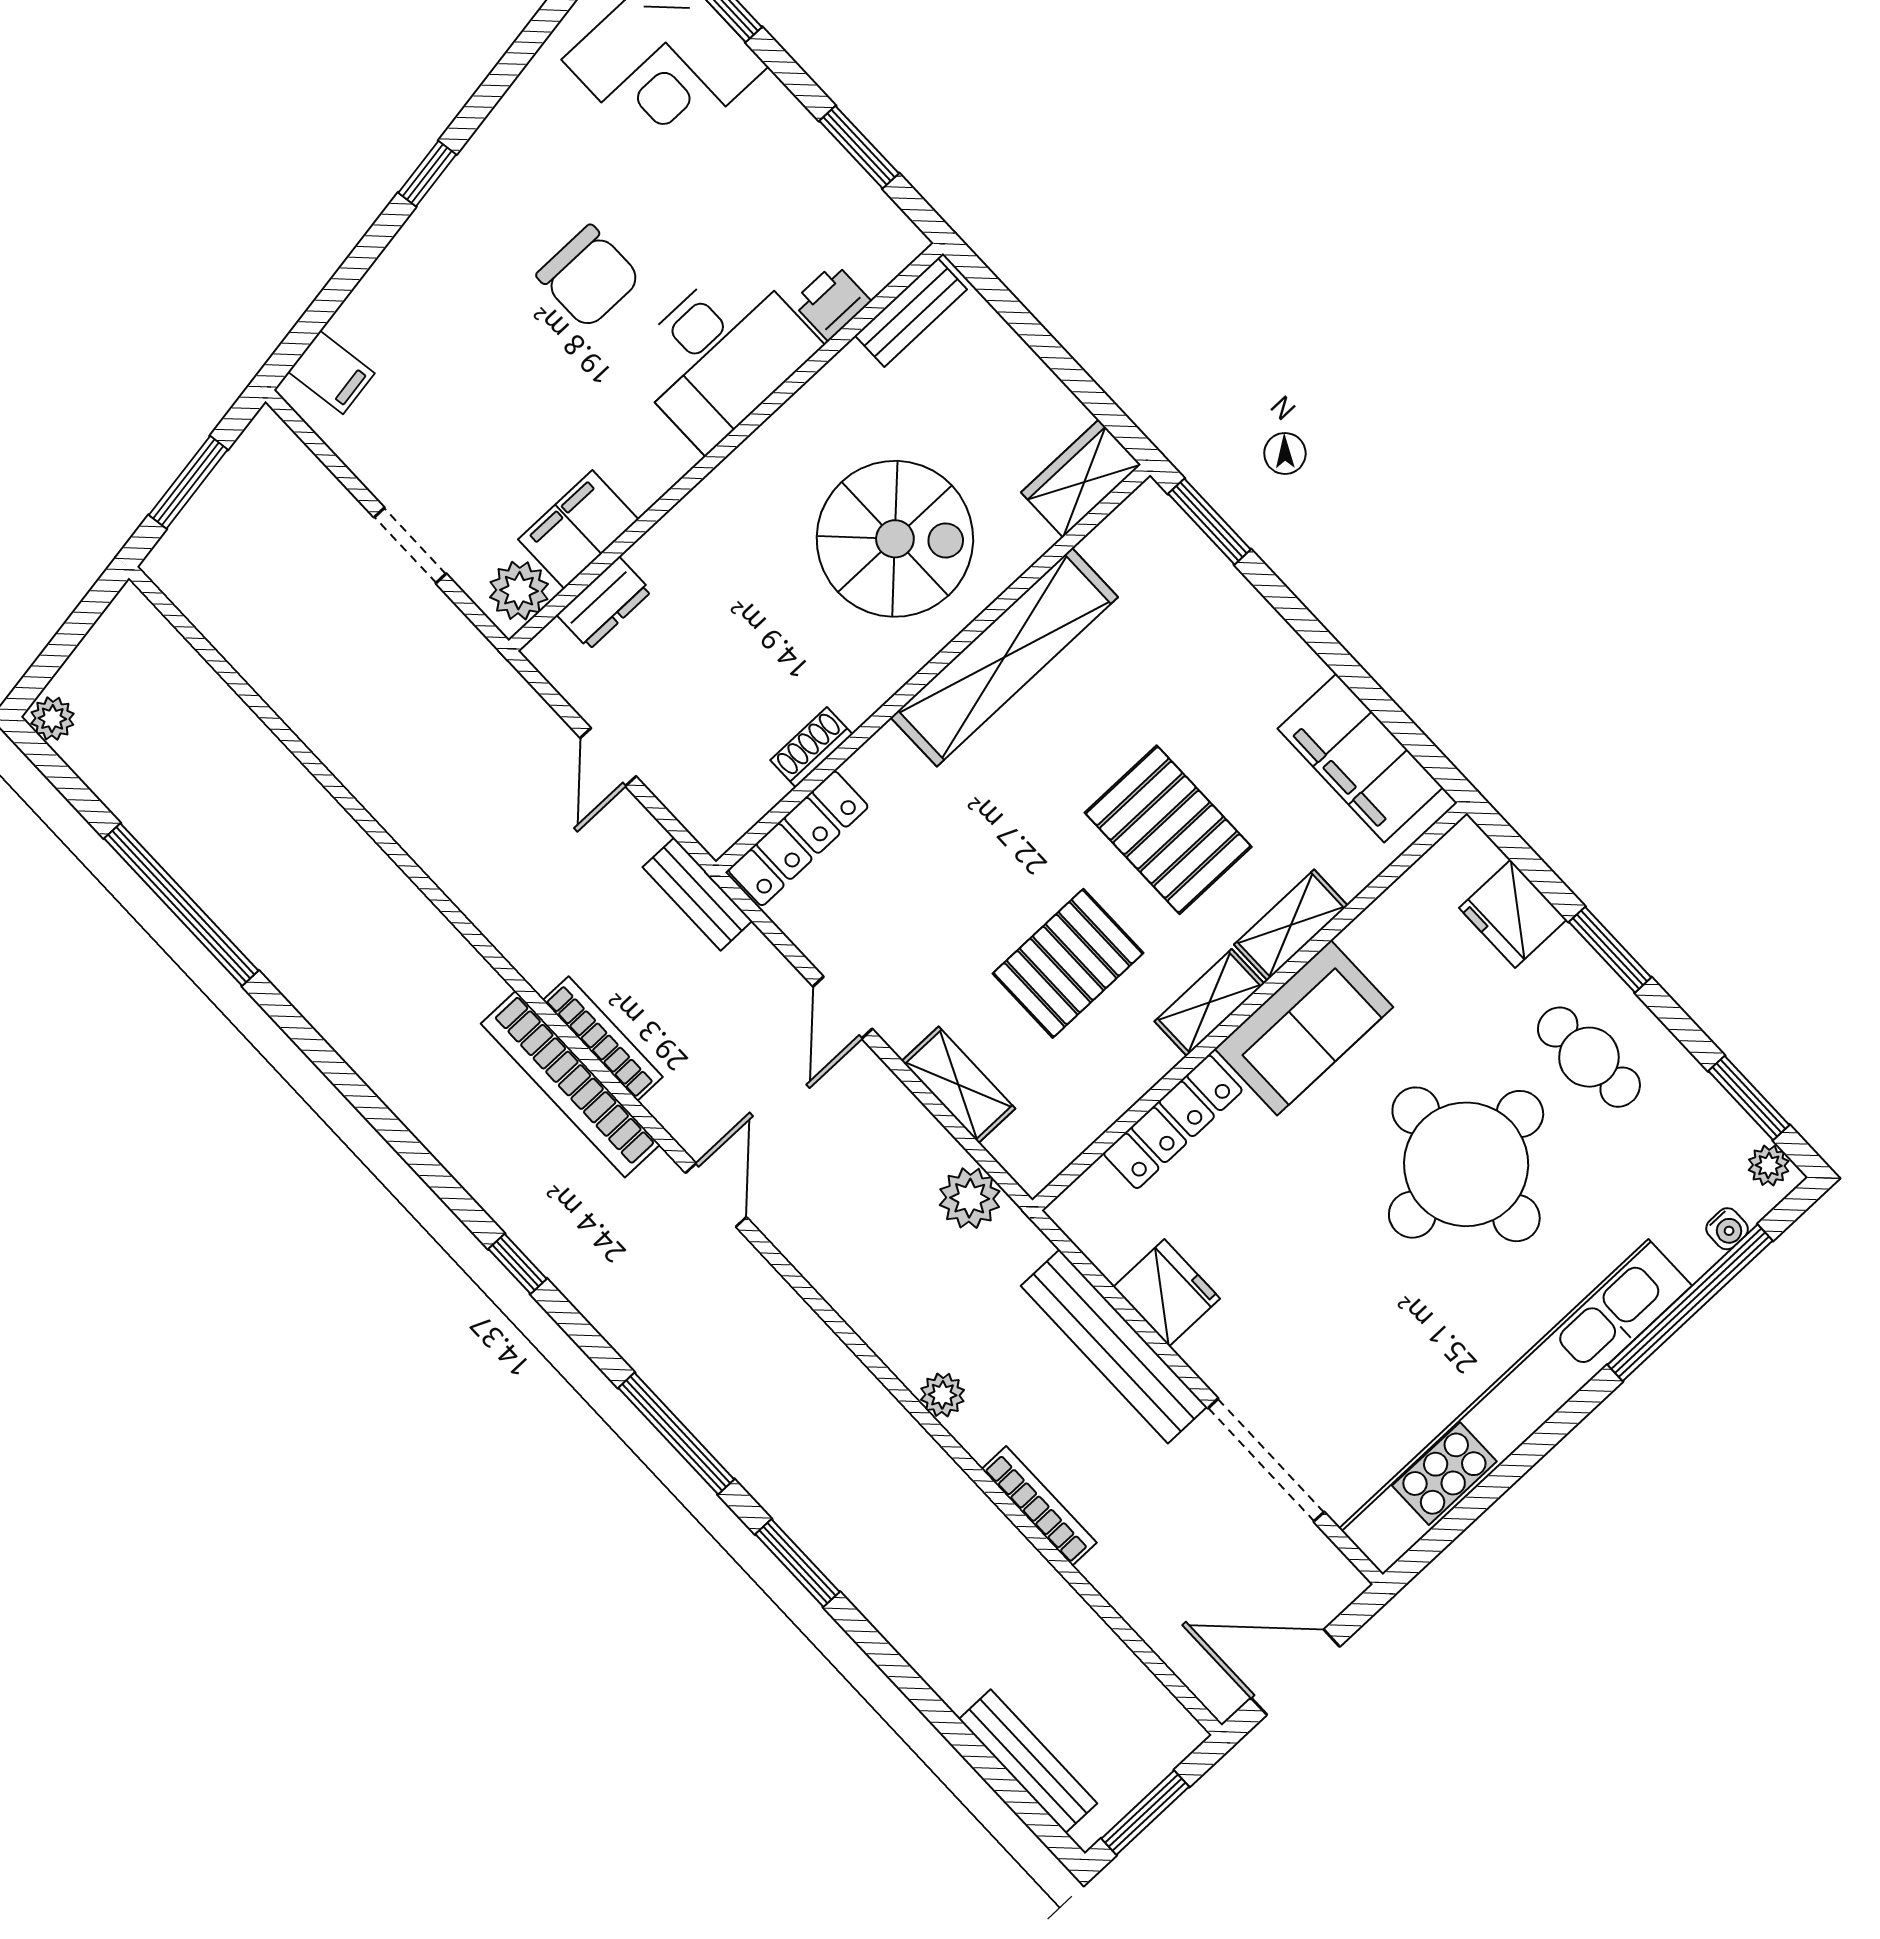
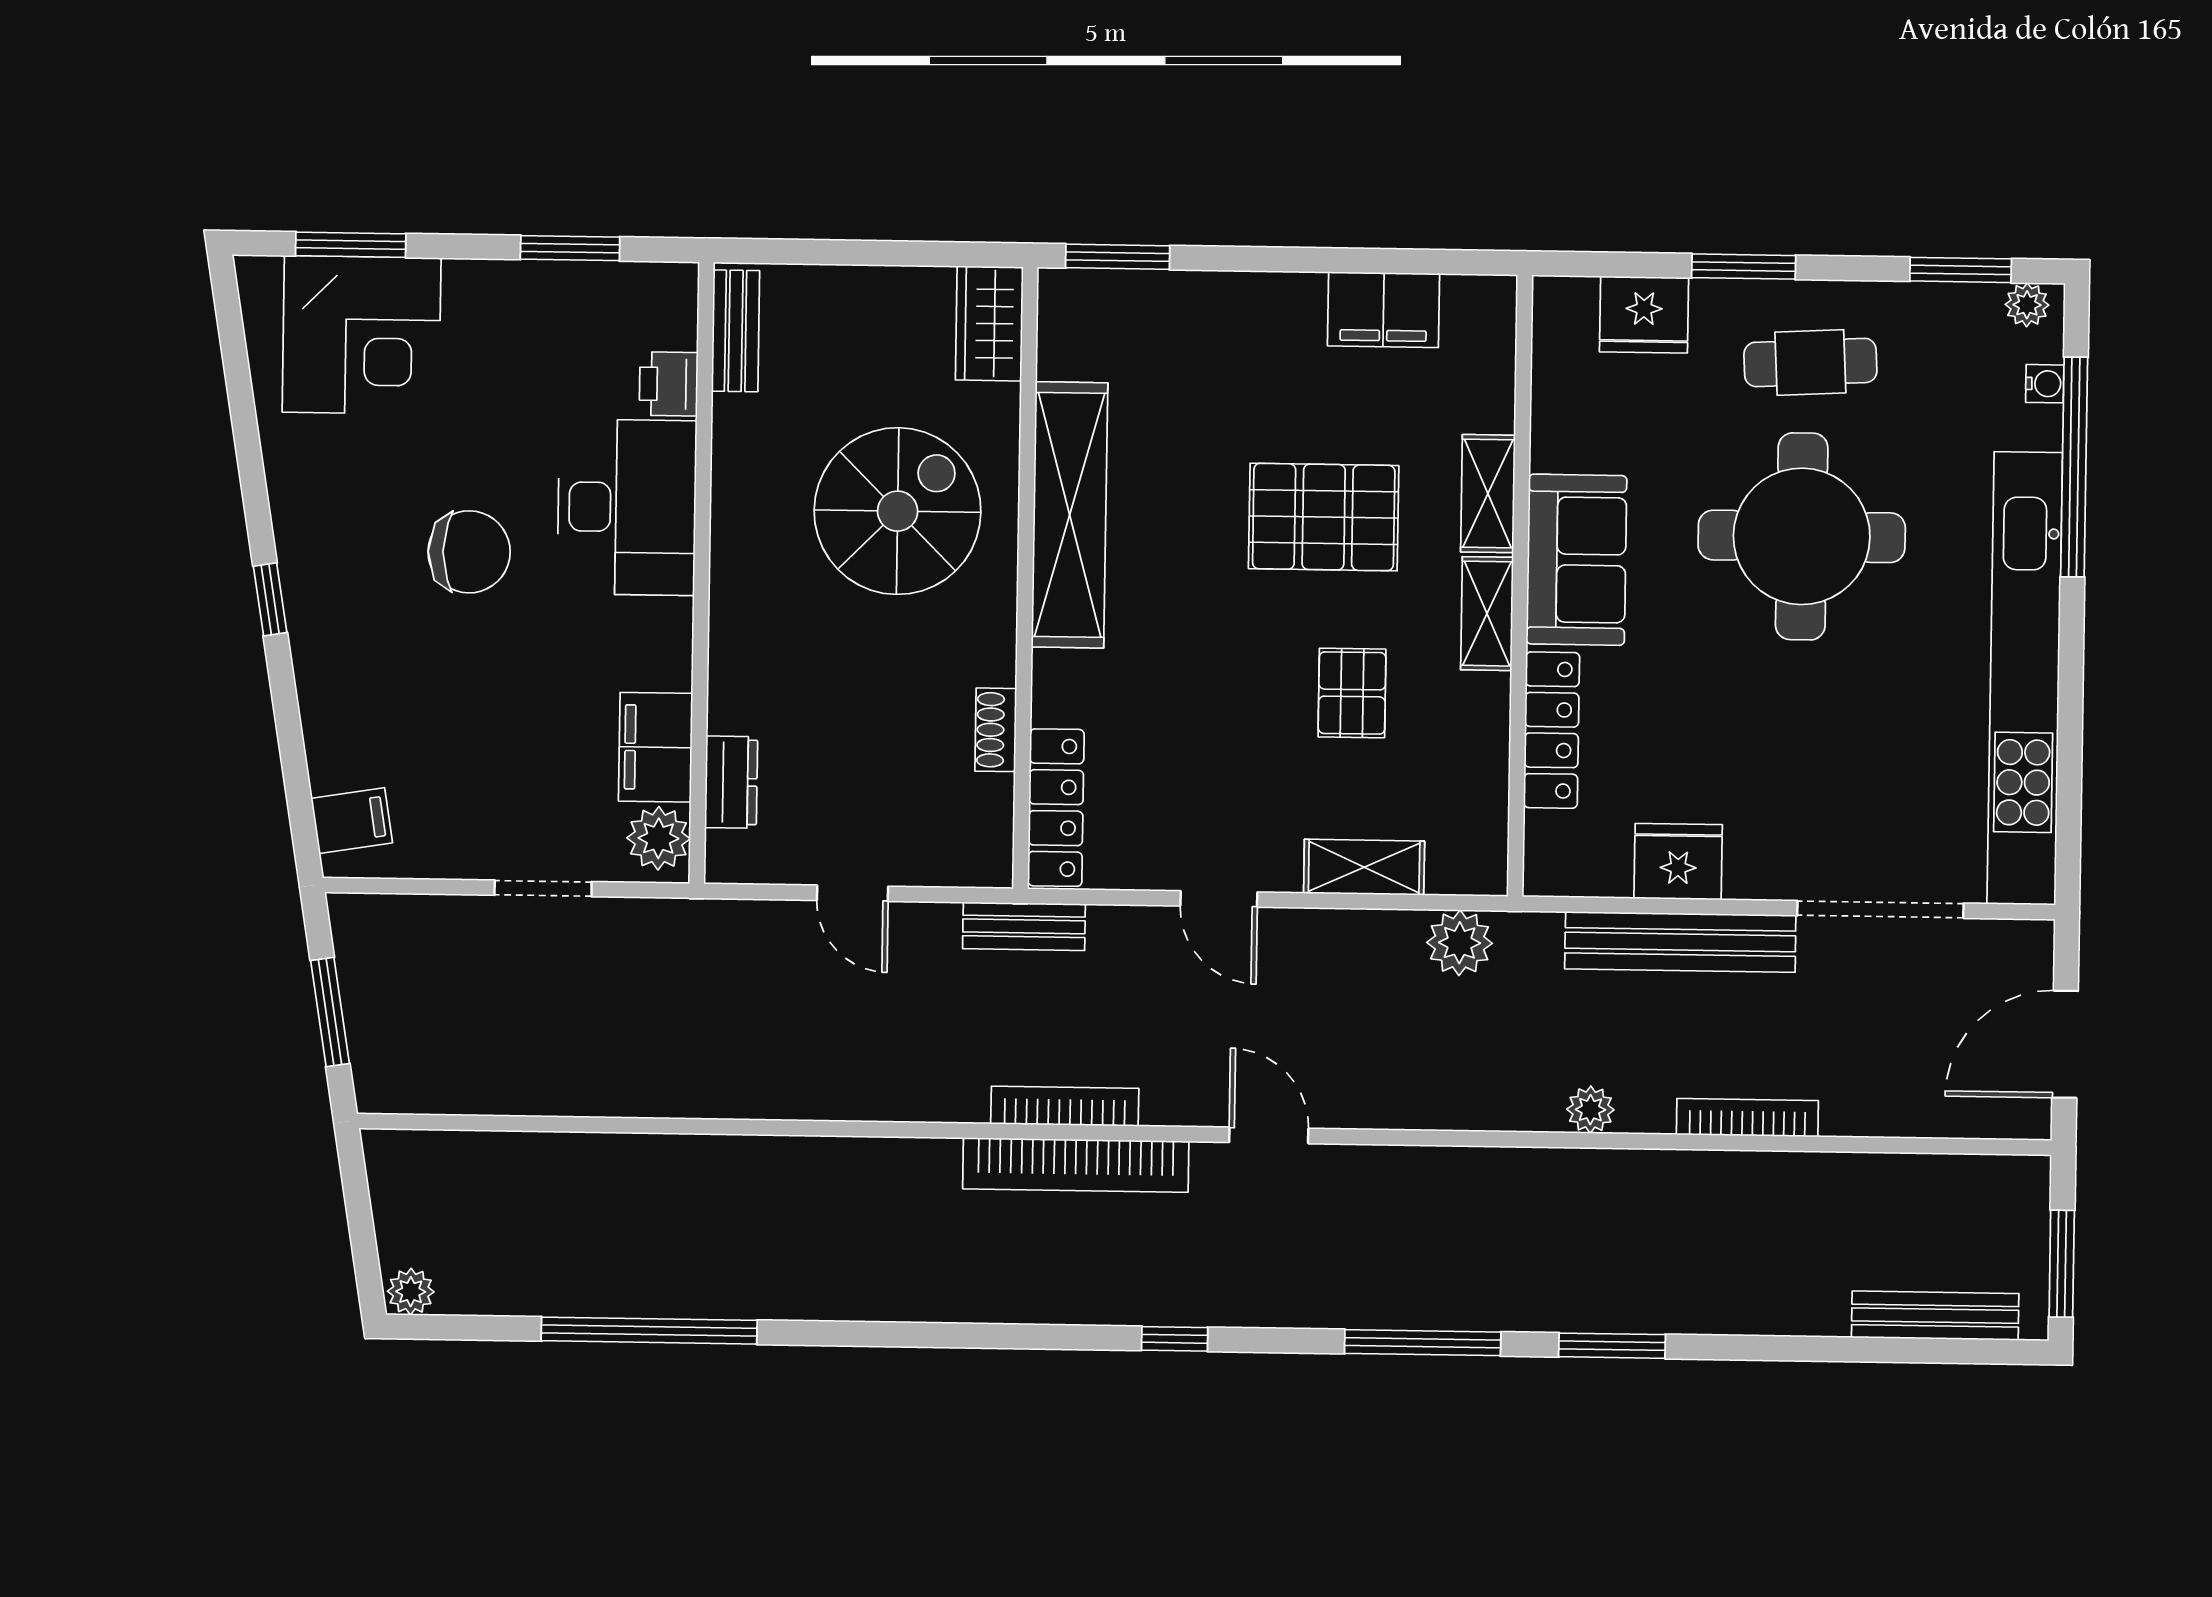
filing cabinet: (1360, 758) -> (1383, 310), width x0.67, depth x0.86
pallet: (1068, 963) -> (1352, 693), width x0.67, depth x0.71

